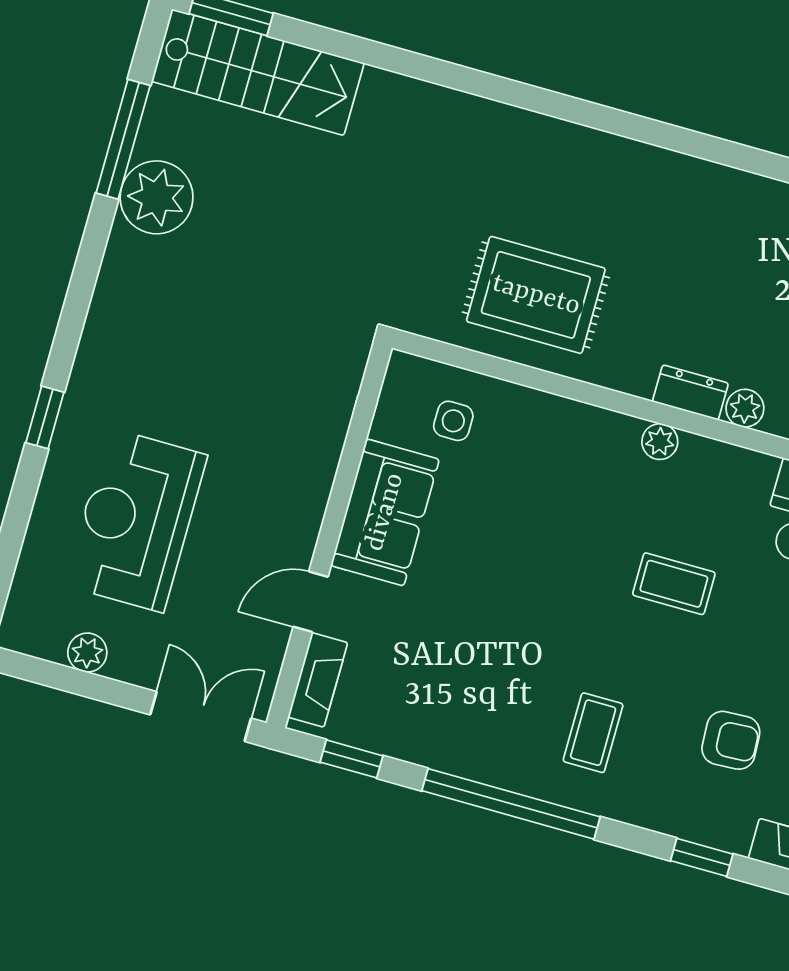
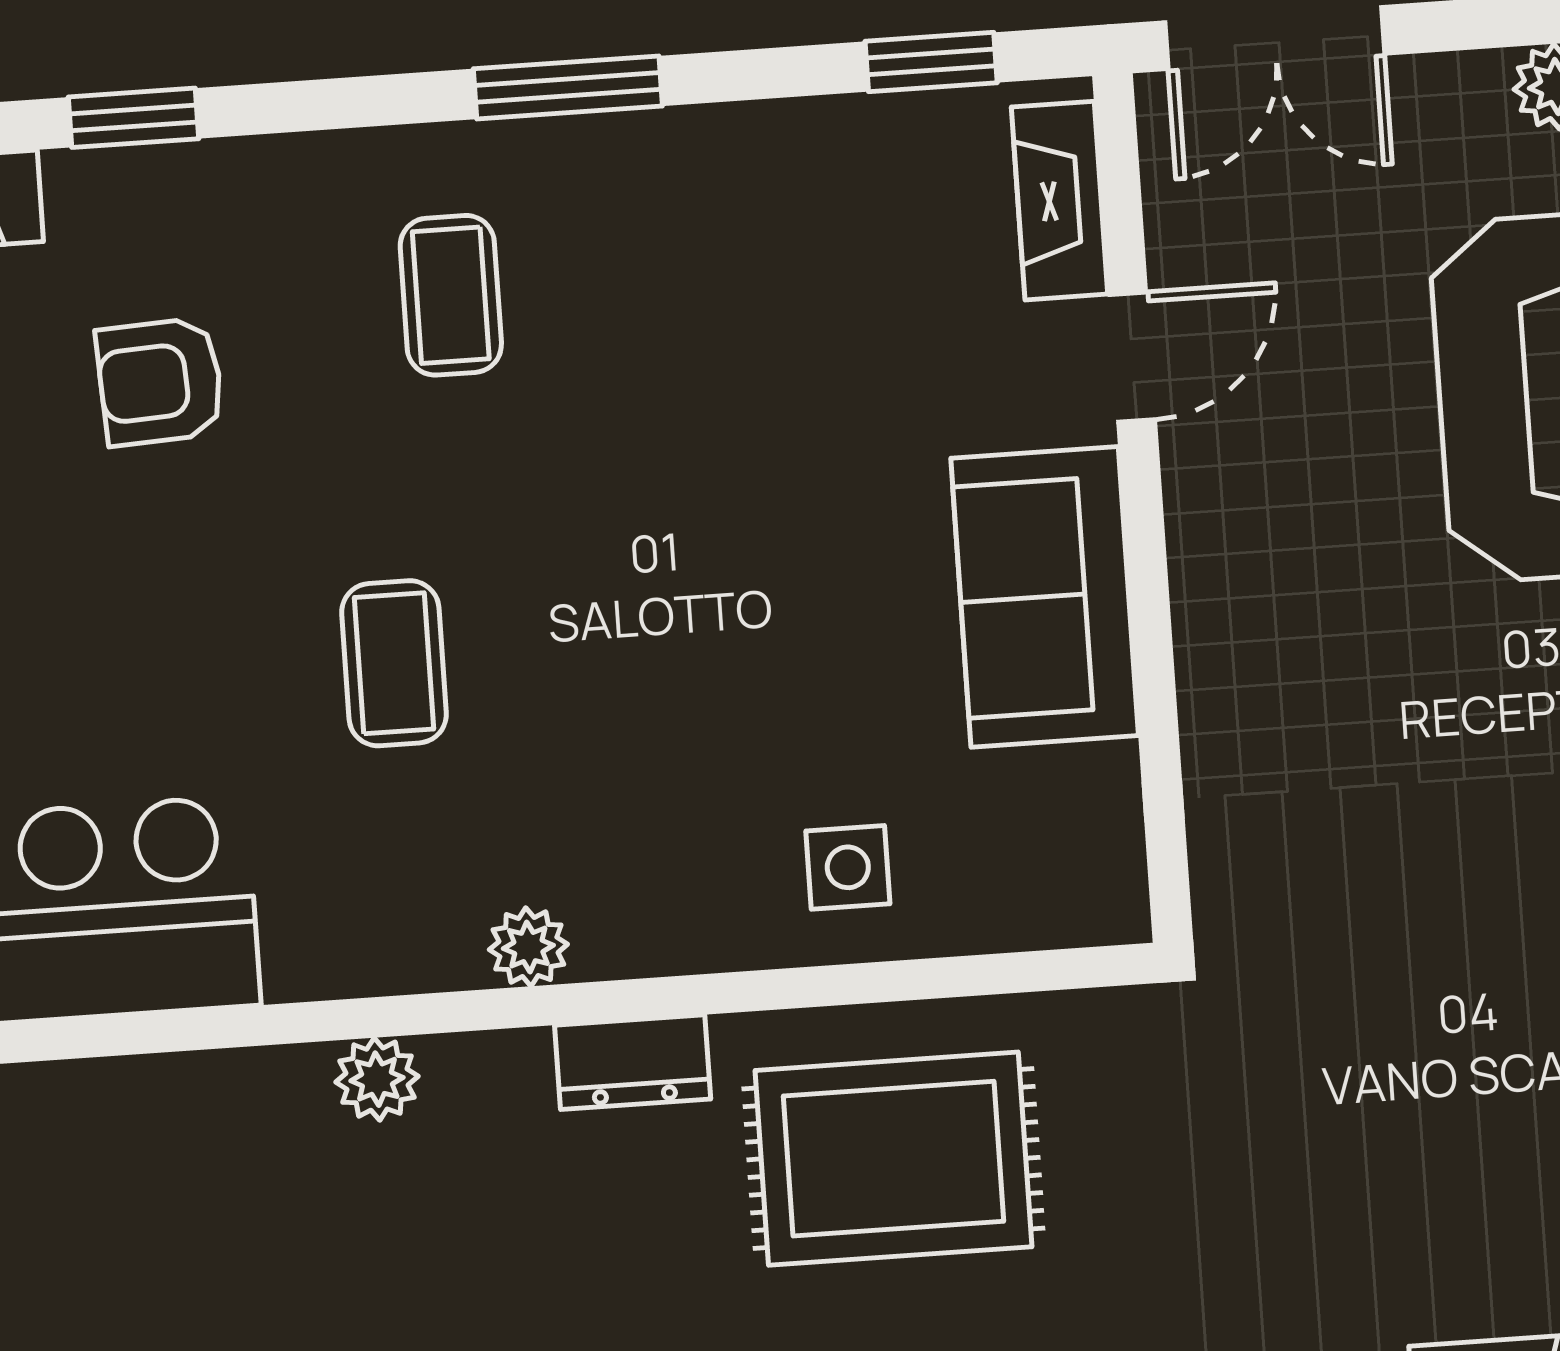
dresser: (690, 392) -> (633, 1062), moved
side table: (453, 421) -> (848, 867), moved
coffee table: (674, 584) -> (394, 663), turned 90
window: (511, 804) -> (568, 87), width x0.47

